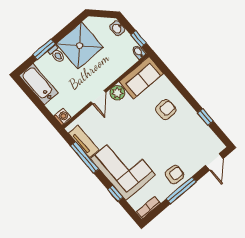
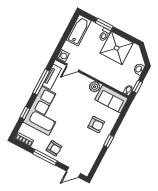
door: (98, 97) -> (73, 68), moved
window: (205, 117) -> (109, 141), moved

